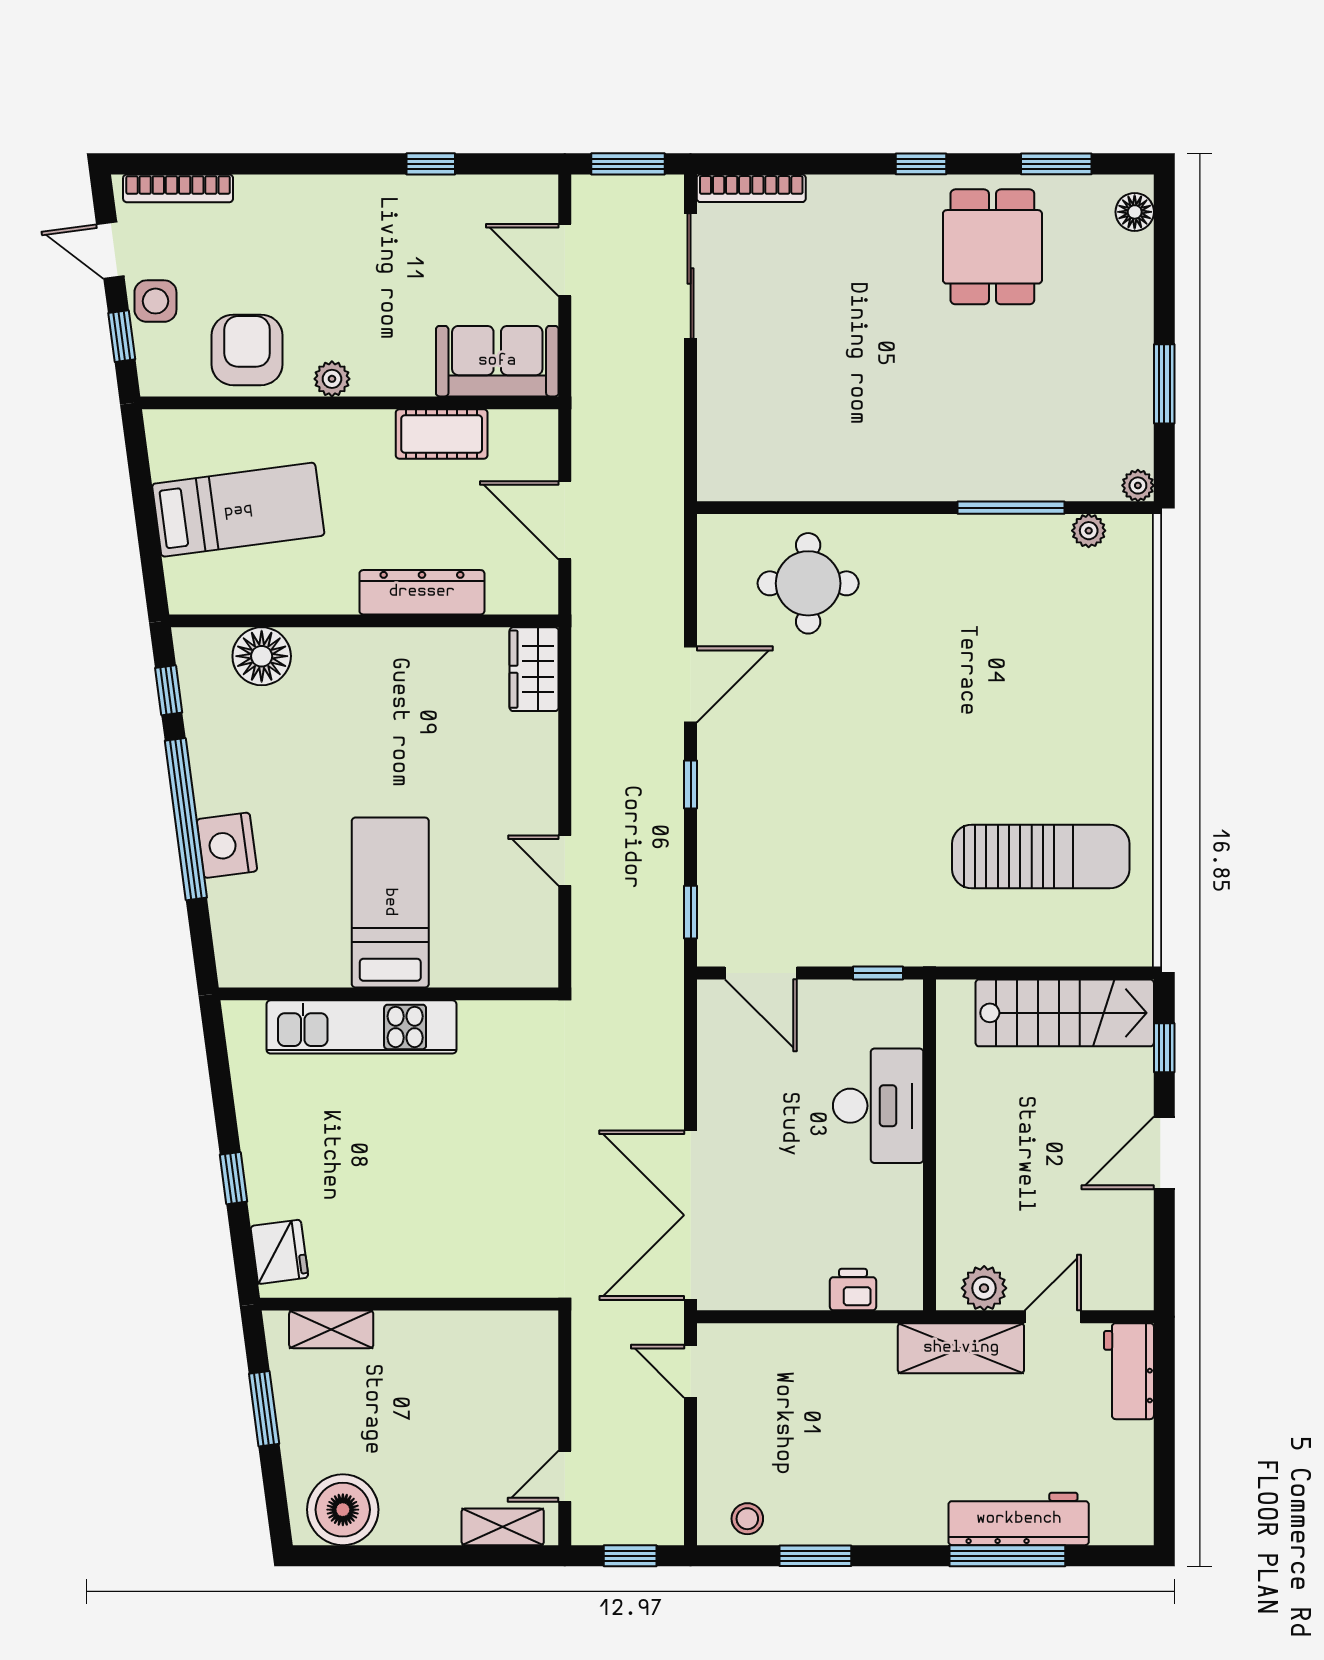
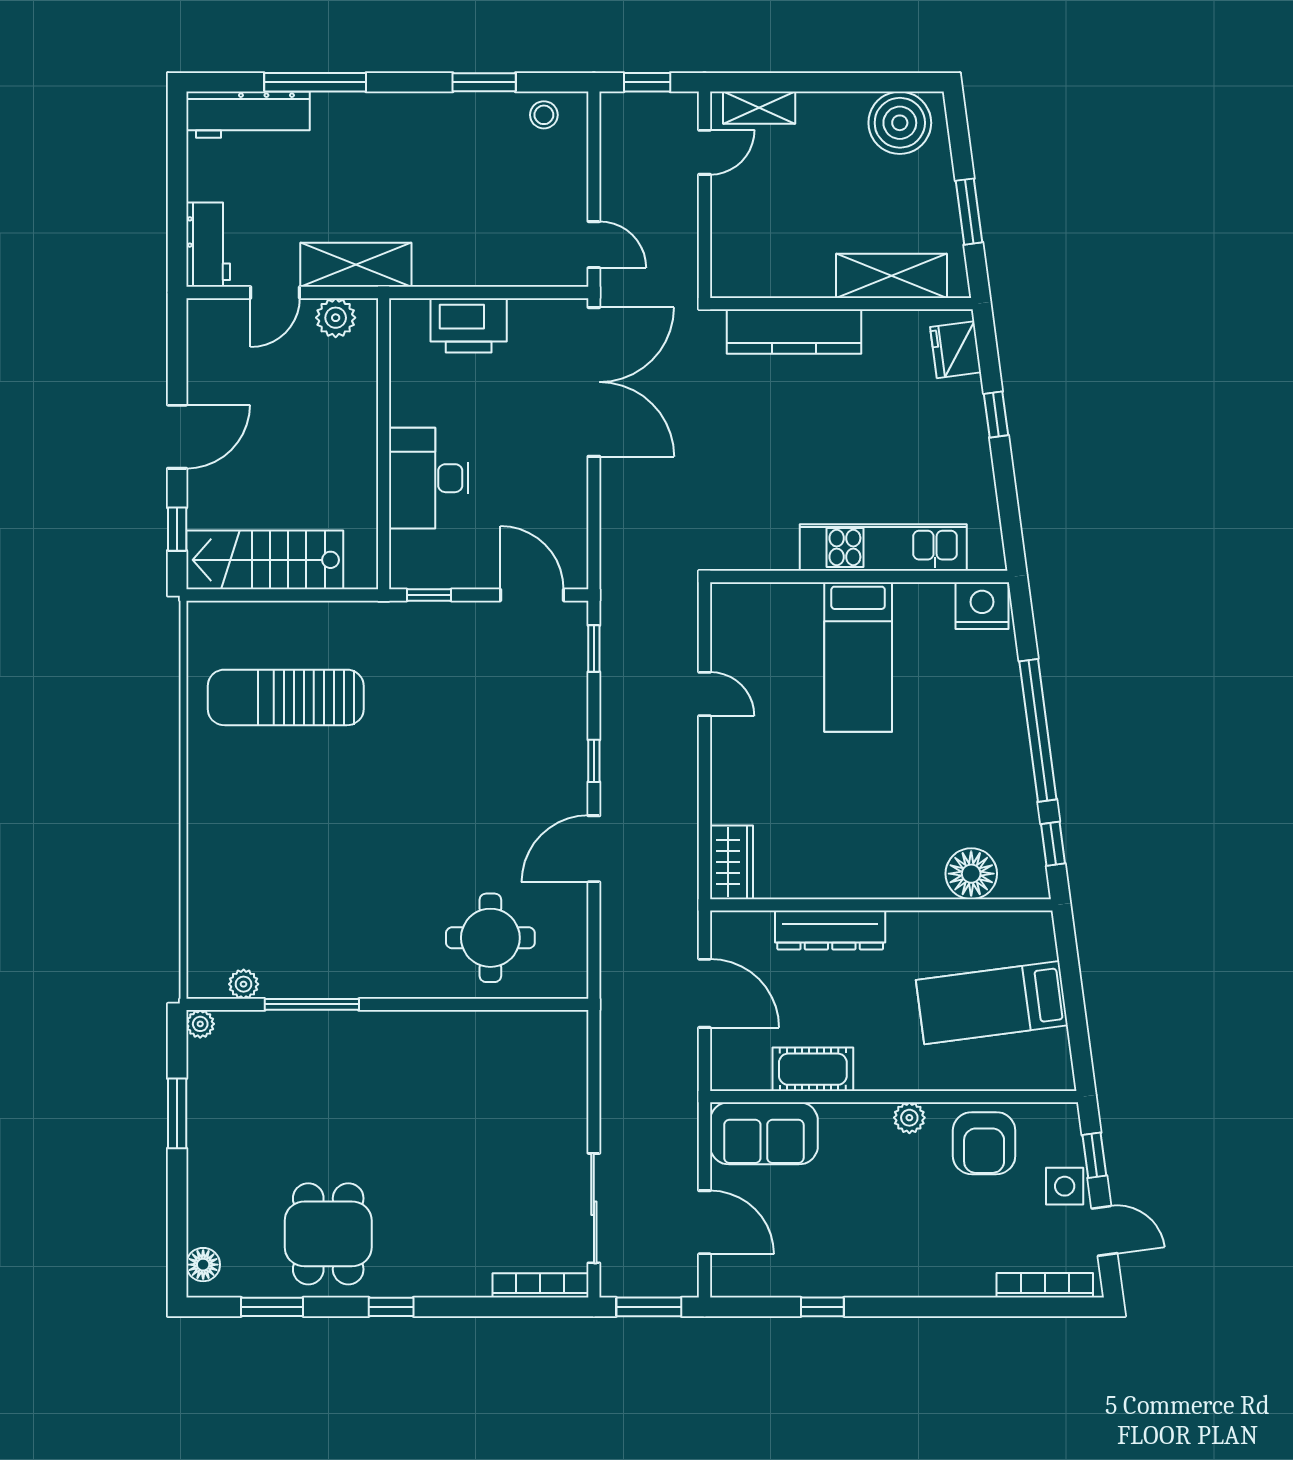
nightstand: (227, 845) -> (982, 606), moved, turned -82
kitchen counter: (463, 1272) -> (794, 331), added
printer: (853, 1290) -> (469, 325), width x1.87, depth x1.48
shelving: (331, 1329) -> (891, 276), width x1.50, depth x1.33
workbench: (1019, 1519) -> (248, 115), moved

